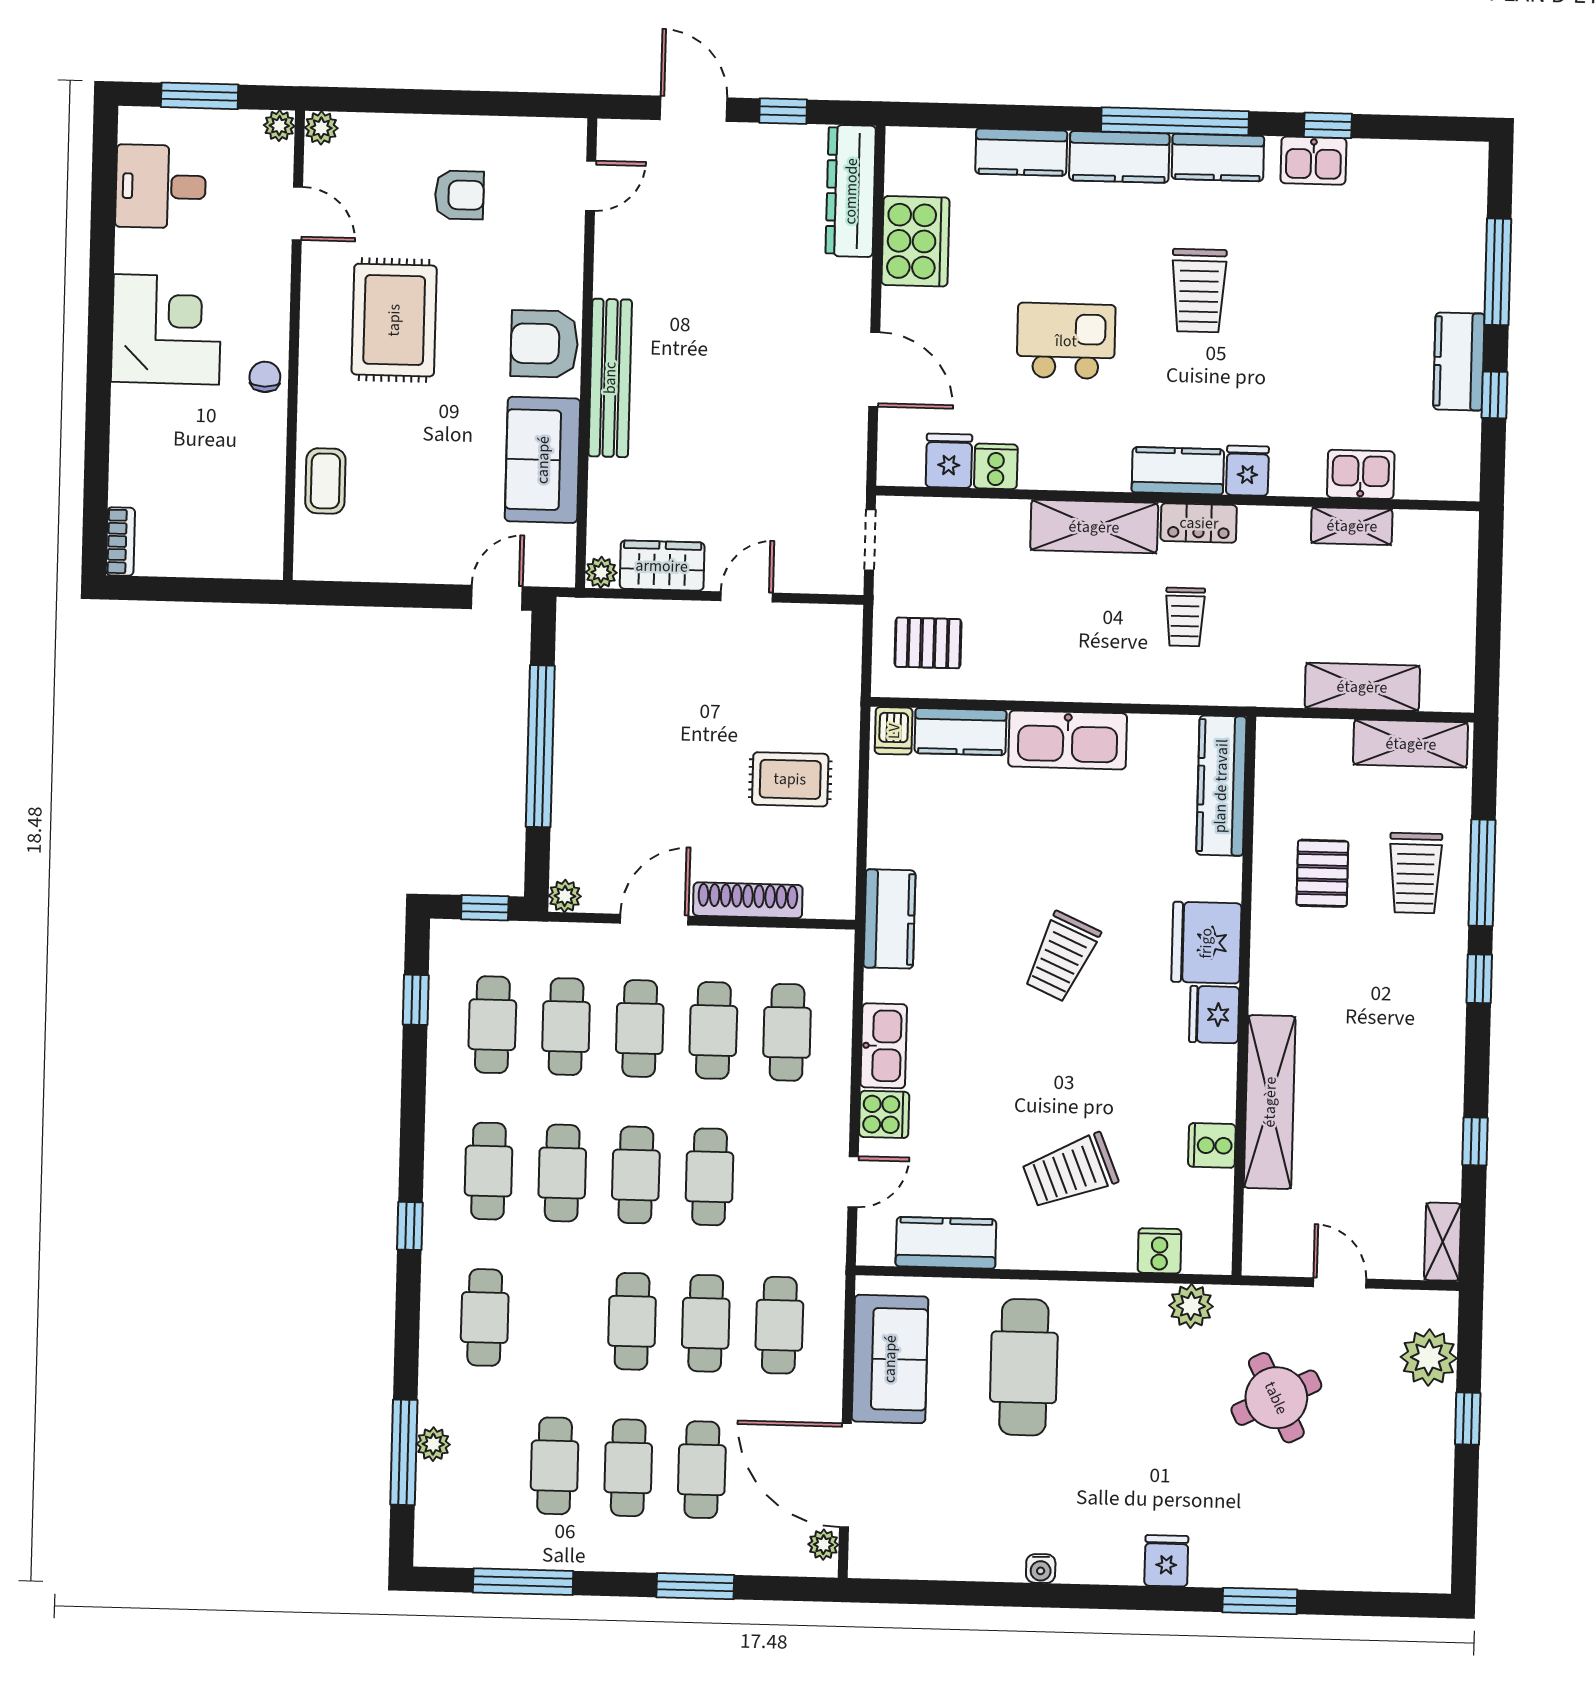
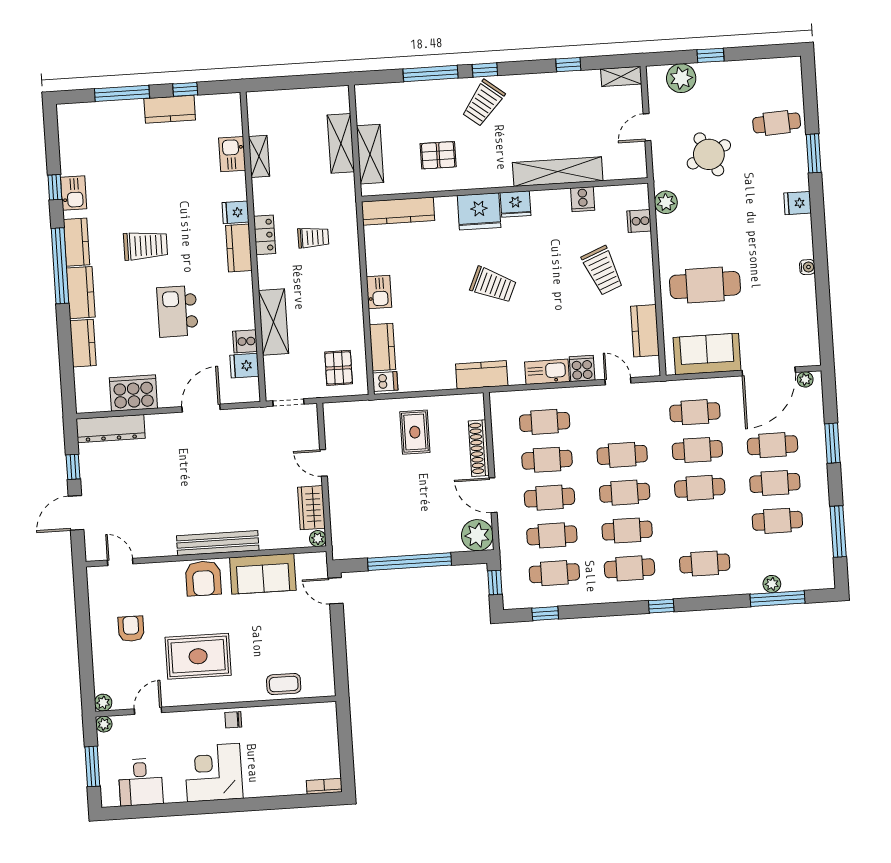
shelving: (1094, 527) -> (273, 322), moved
kitchen sink: (1068, 740) -> (379, 292), width x0.53, depth x0.81
shelving: (1411, 744) -> (370, 154), moved
trolley: (1415, 873) -> (483, 103), moved, turned 128
plant: (565, 896) -> (477, 535), width x1.88, depth x1.88
cafe table: (1325, 1534) -> (777, 123), added

